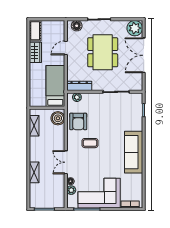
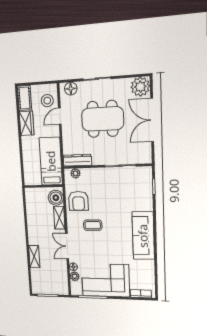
stool: (55, 34) -> (47, 101), added
dining table: (103, 52) -> (103, 119), turned 90
shelving: (34, 126) -> (59, 218), moved

